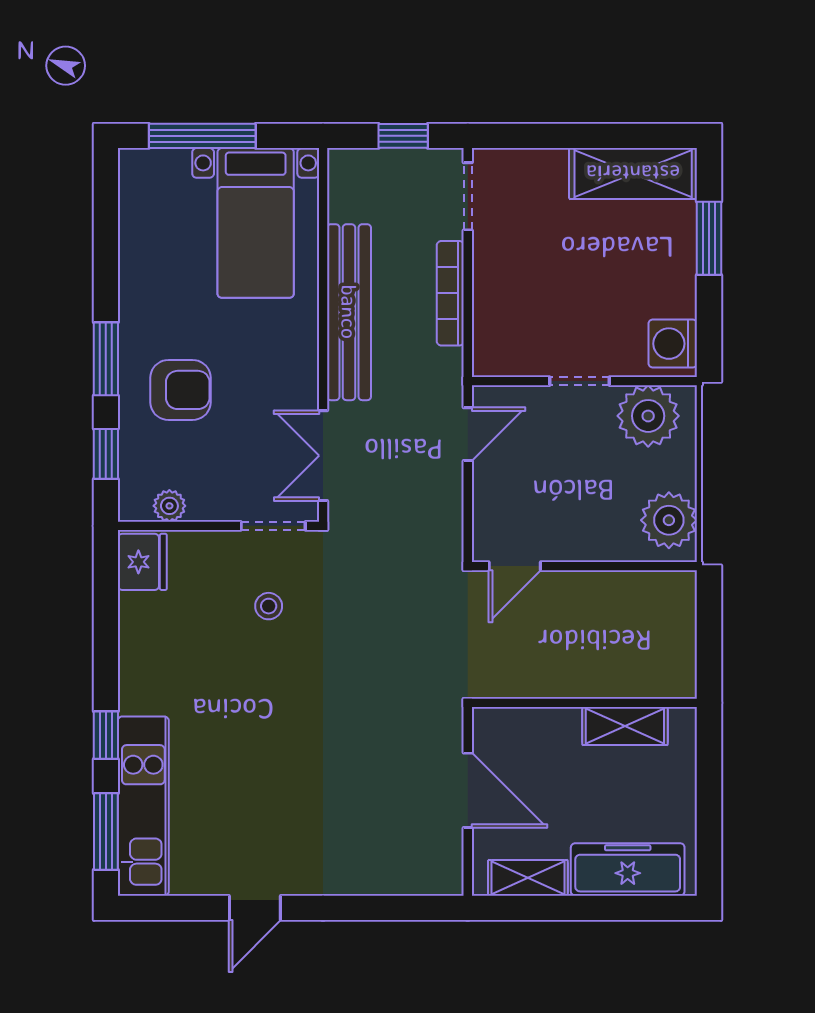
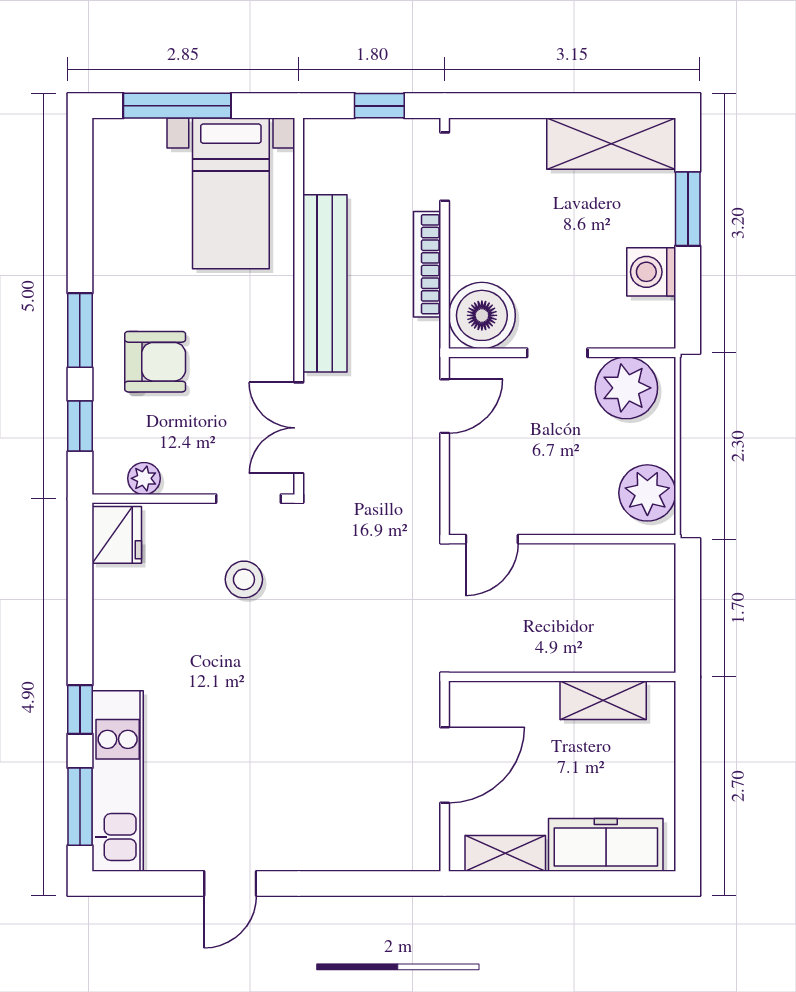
boiler: (505, 344) -> (482, 315), added
washing machine: (673, 344) -> (651, 272), moved
stool: (269, 606) -> (244, 579), width x1.37, depth x1.37
door: (468, 790) -> (445, 765), hinge flipped

